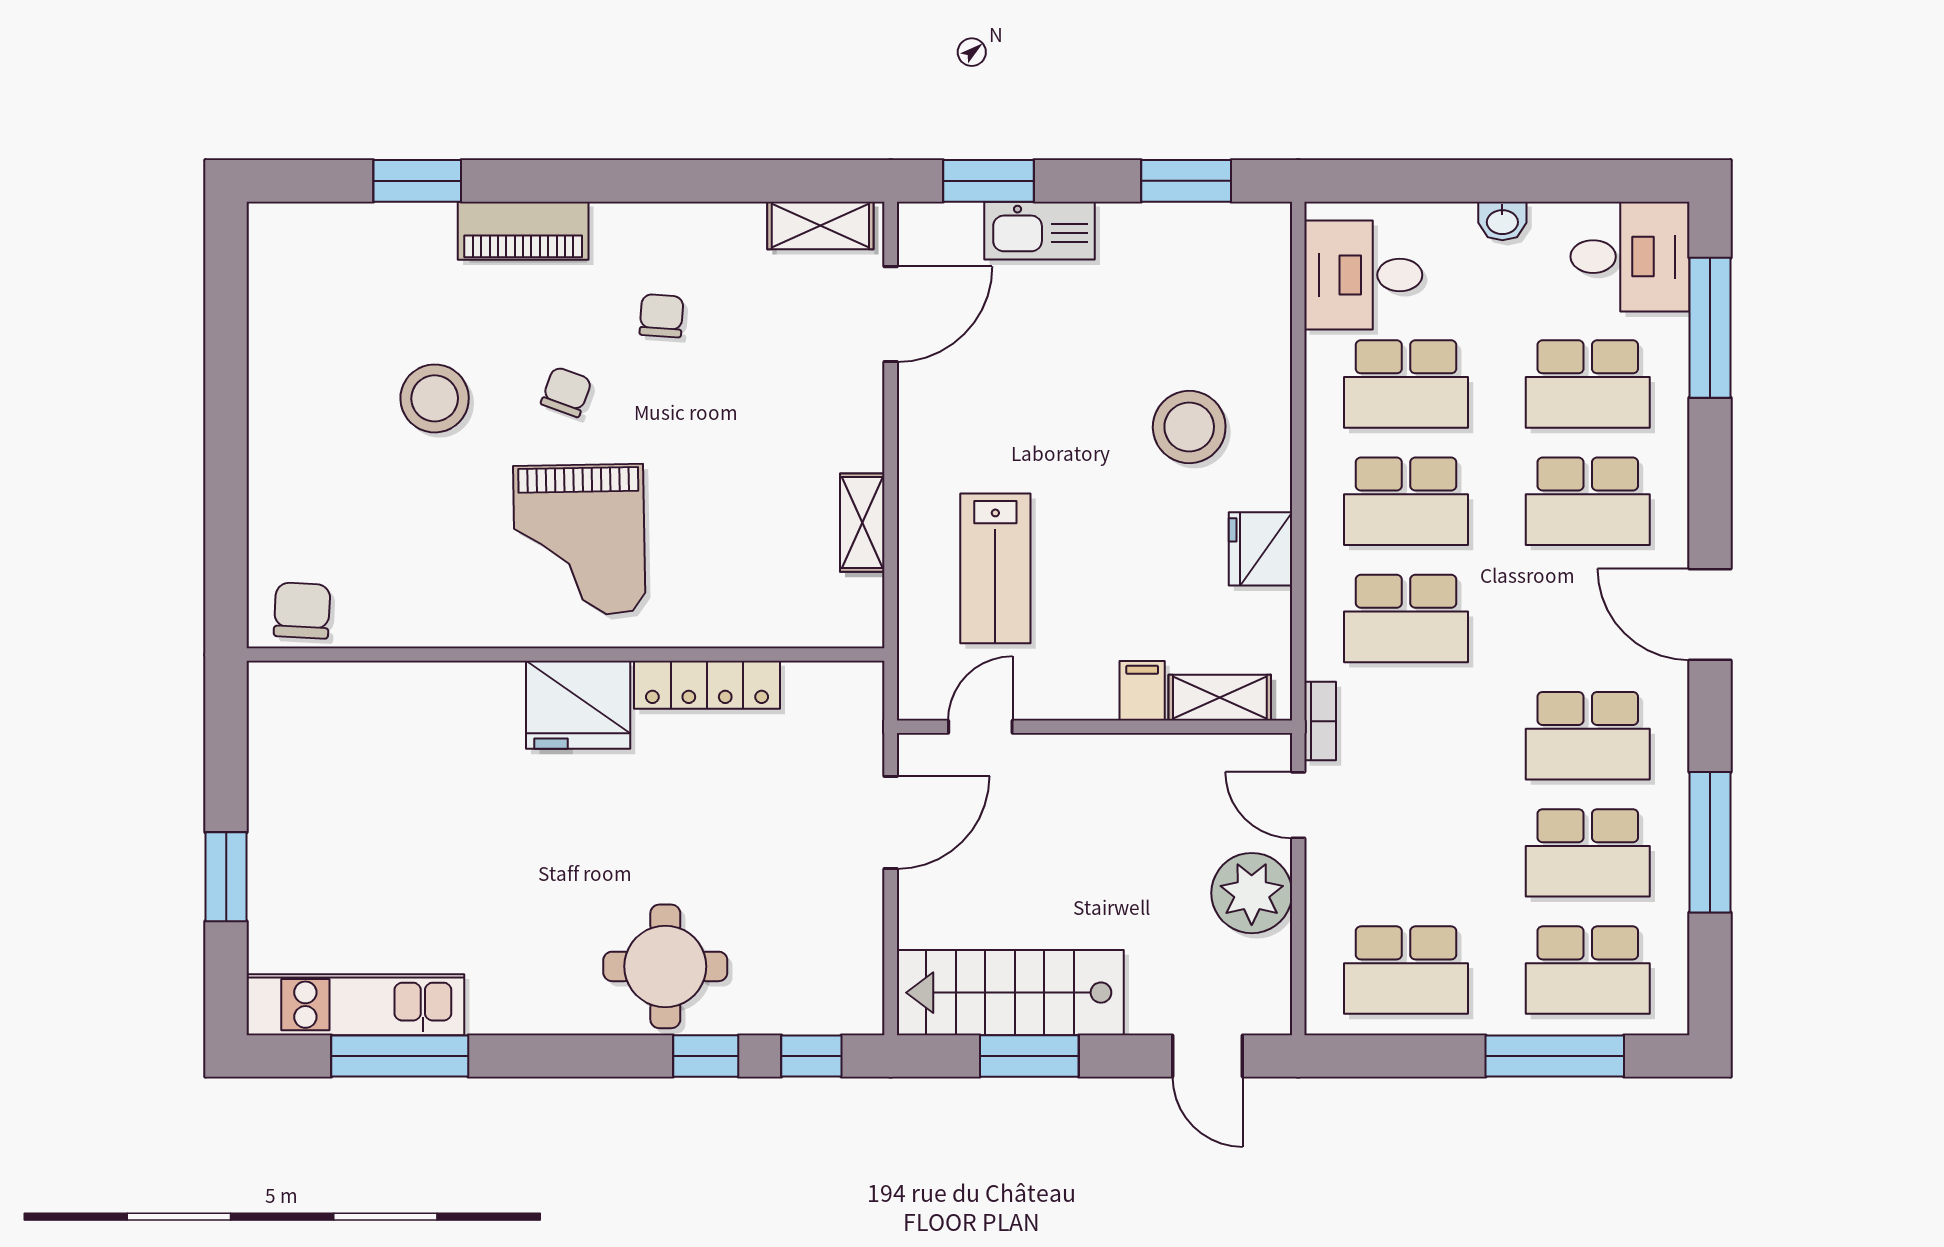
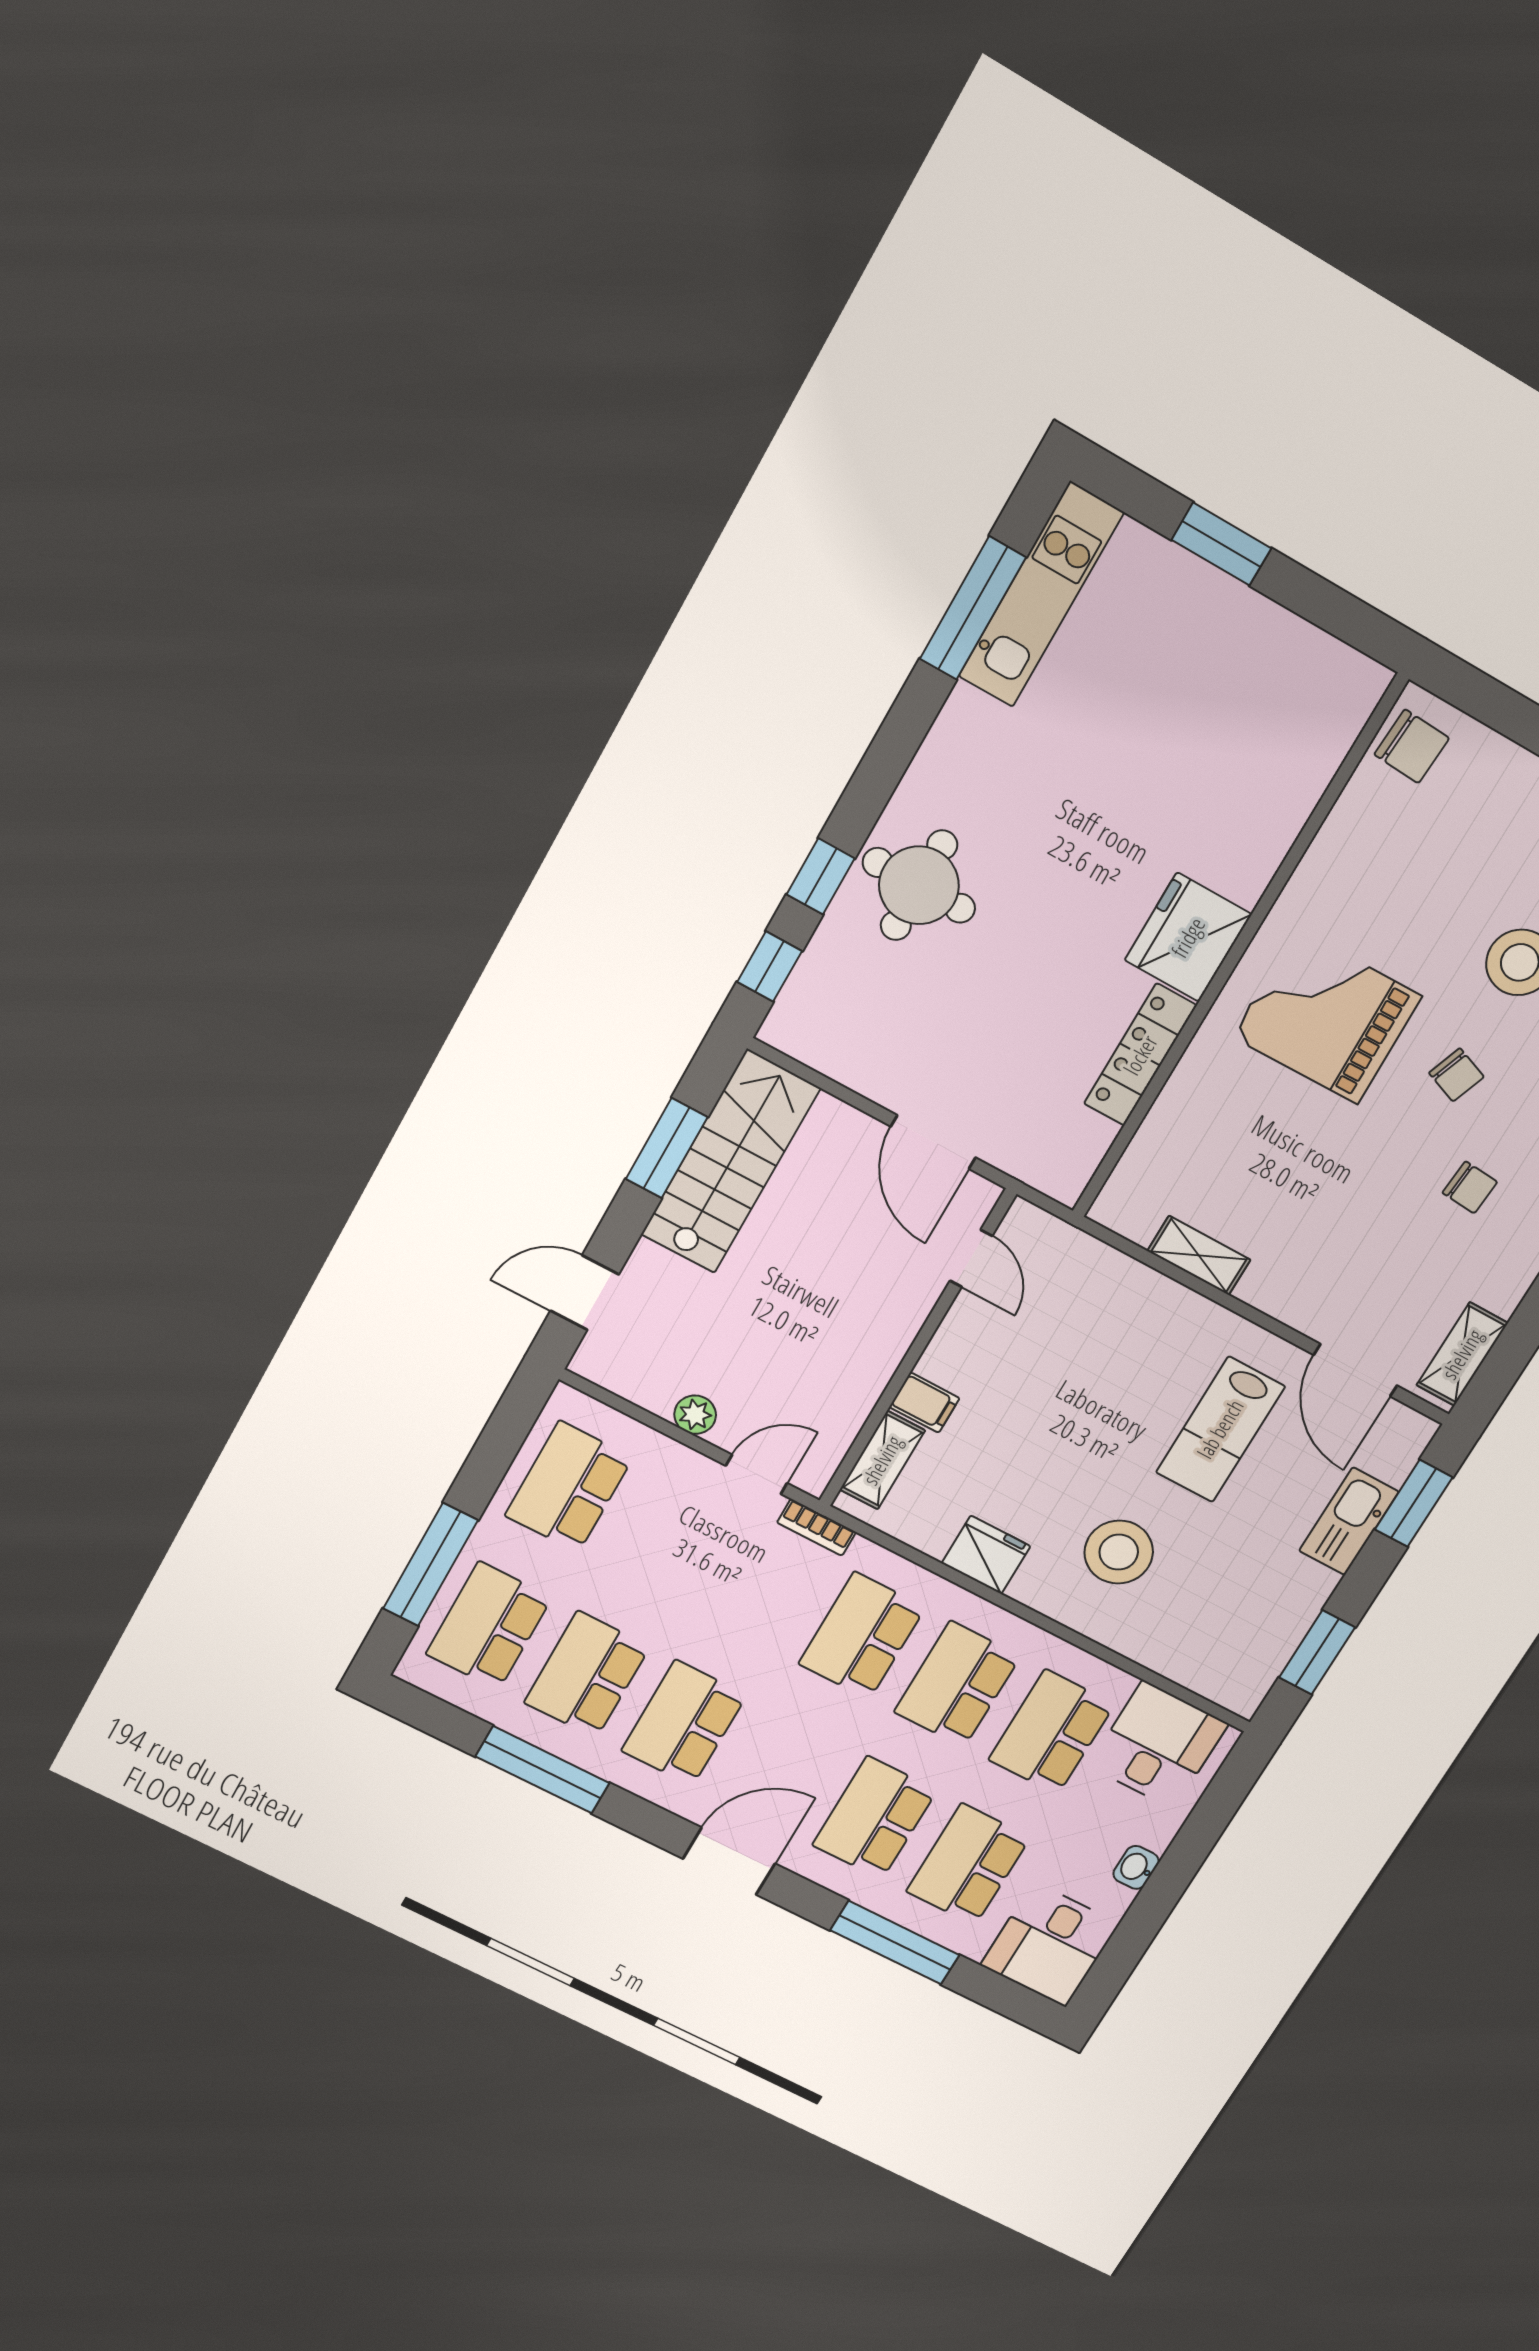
window: (1710, 328) -> (895, 1943), moved
lab bench: (995, 568) -> (1220, 1429), moved, turned -90
plant: (1252, 893) -> (695, 1415), width x0.53, depth x0.53

